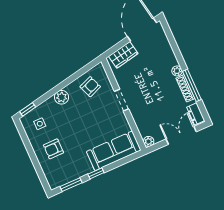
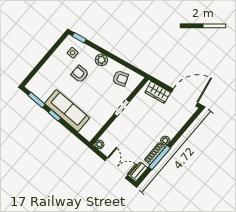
armchair: (53, 149) -> (80, 74), moved
sofa: (114, 151) -> (67, 111), moved

